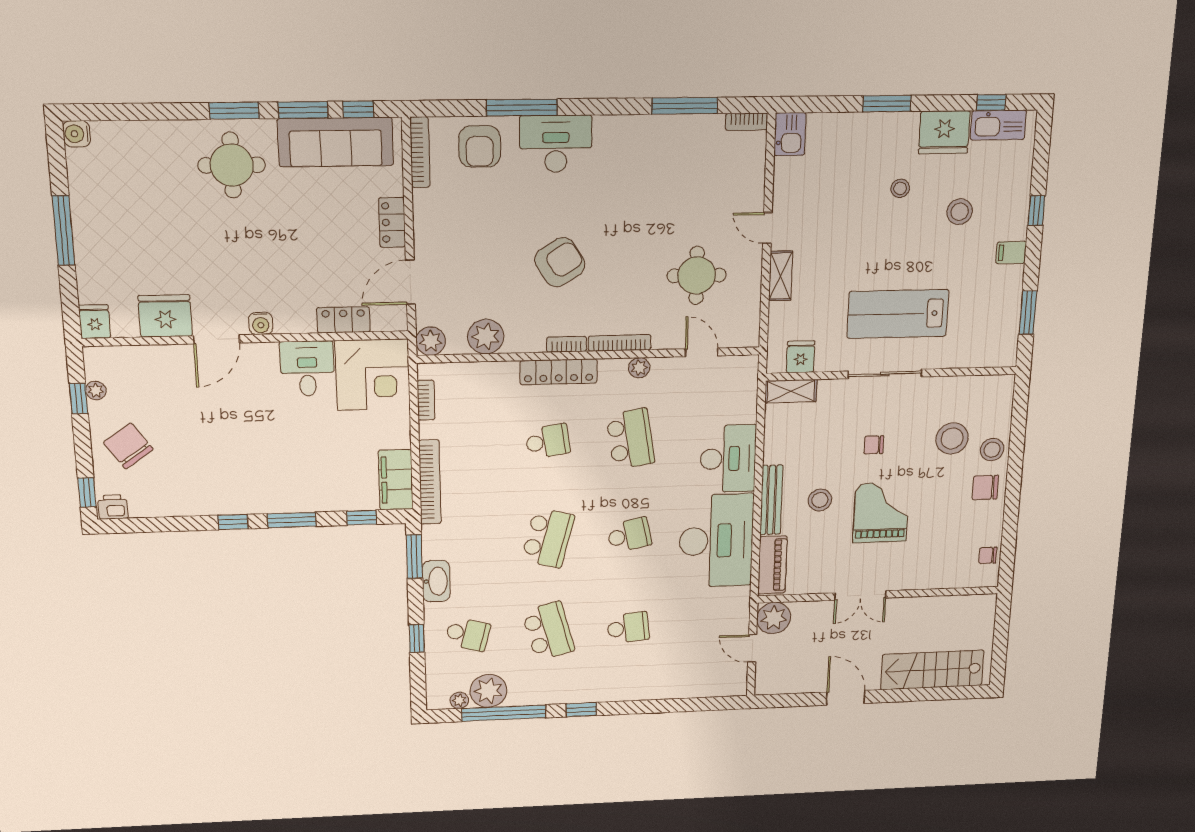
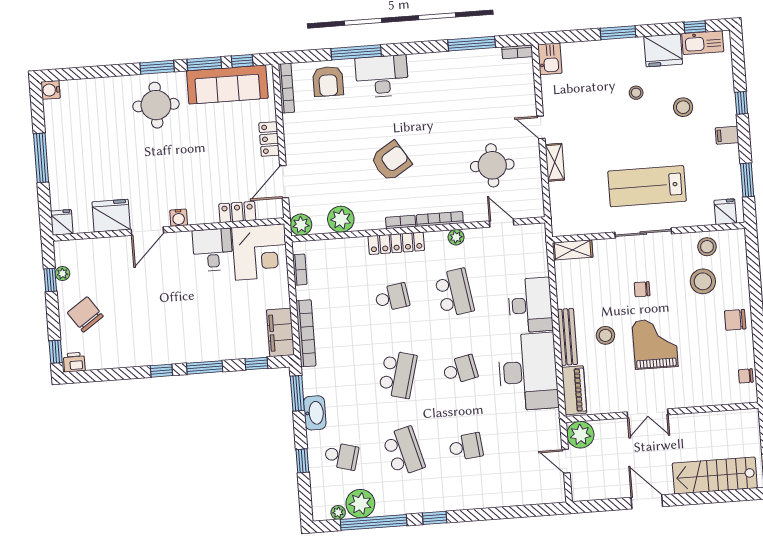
fridge: (801, 357) -> (725, 212), moved
stool: (992, 450) -> (707, 247), moved

